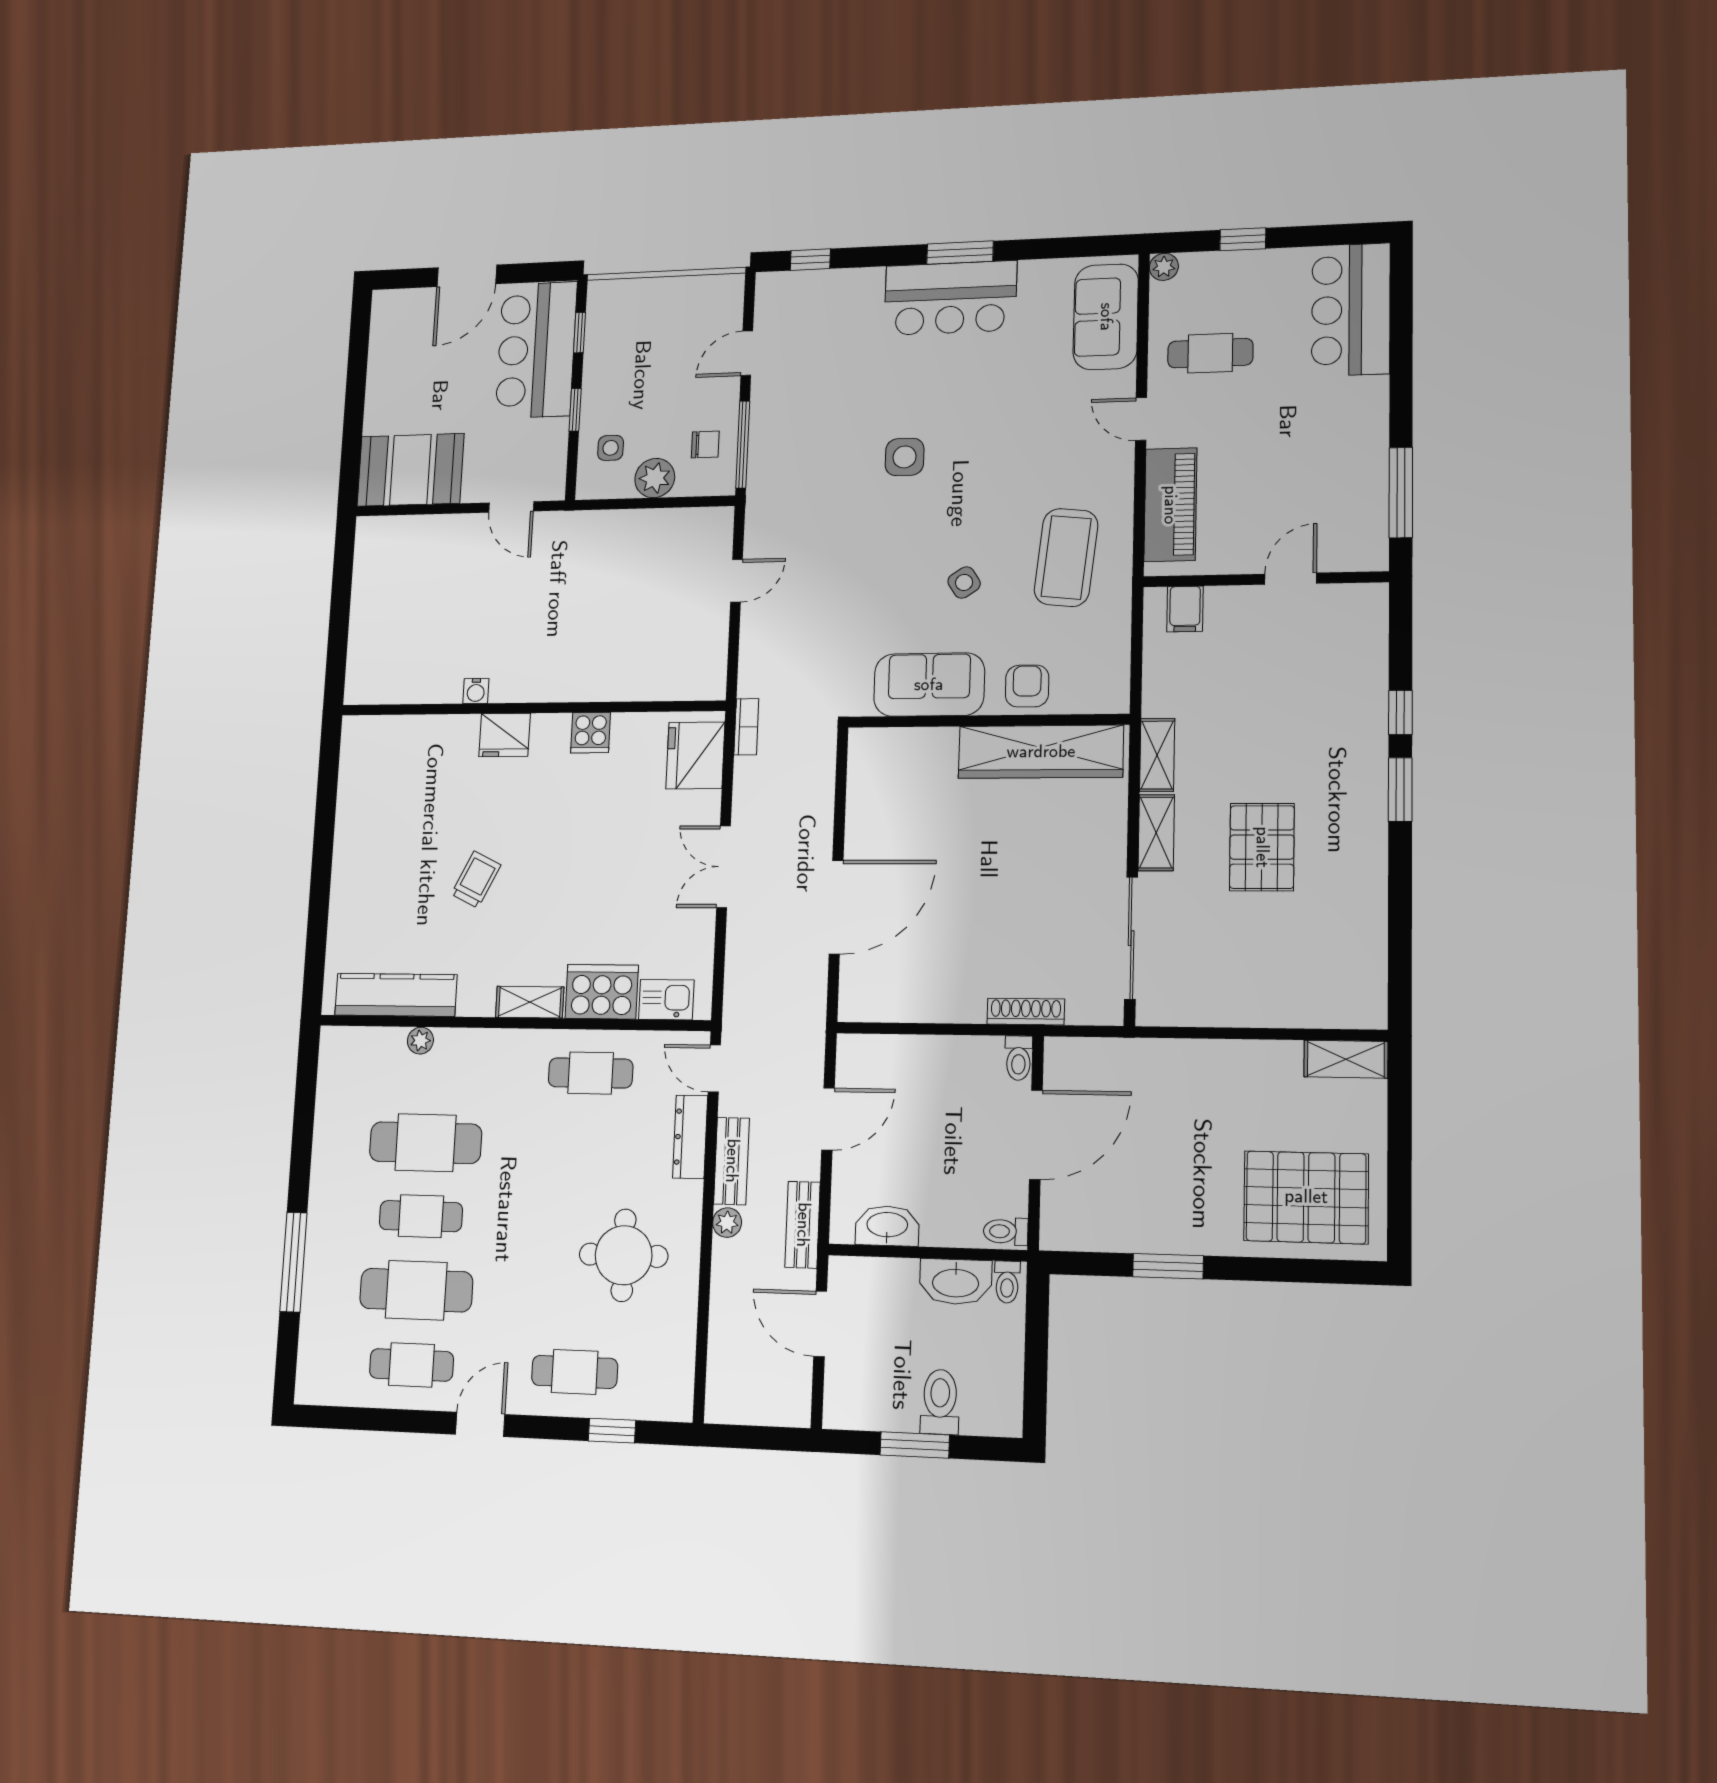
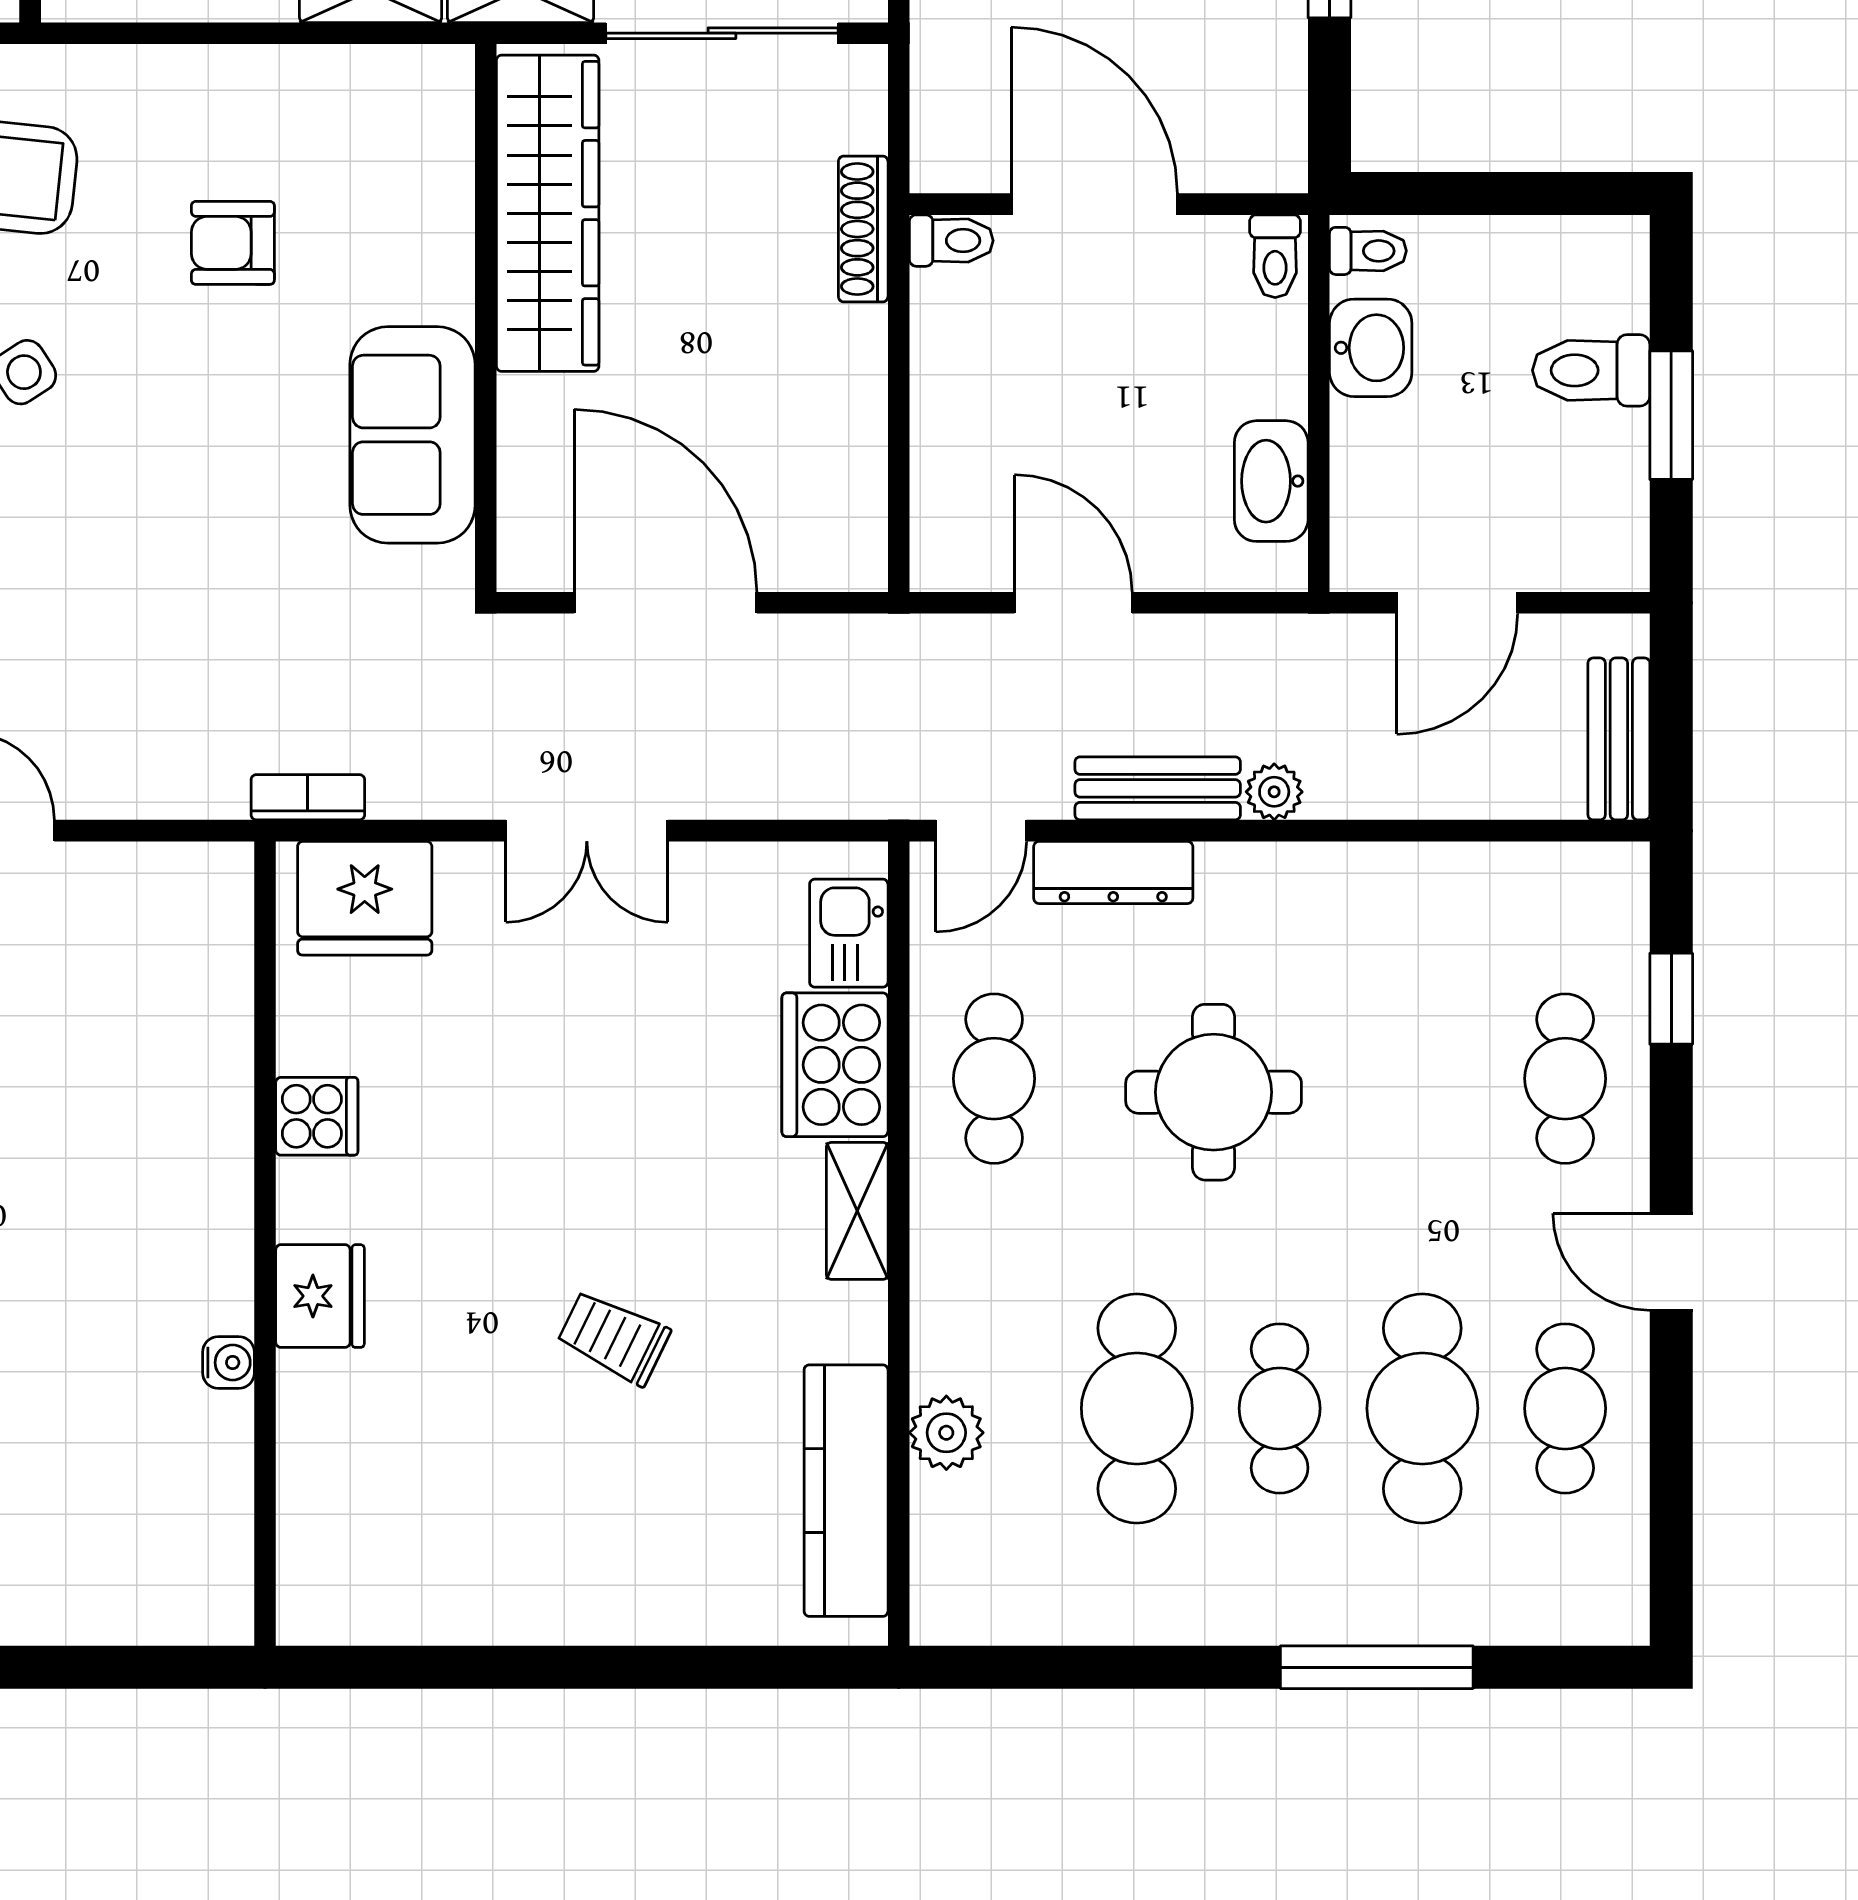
sofa: (929, 685) -> (413, 435), moved
wall: (988, 721) -> (486, 318), moved
wardrobe: (1041, 752) -> (548, 213), moved
plant: (420, 1041) -> (946, 1433), width x1.38, depth x1.38
bench: (803, 1225) -> (1619, 739), moved, turned 90
round table: (624, 1255) -> (1214, 1092), moved
washbasin: (956, 1282) -> (1371, 348), width x0.72

